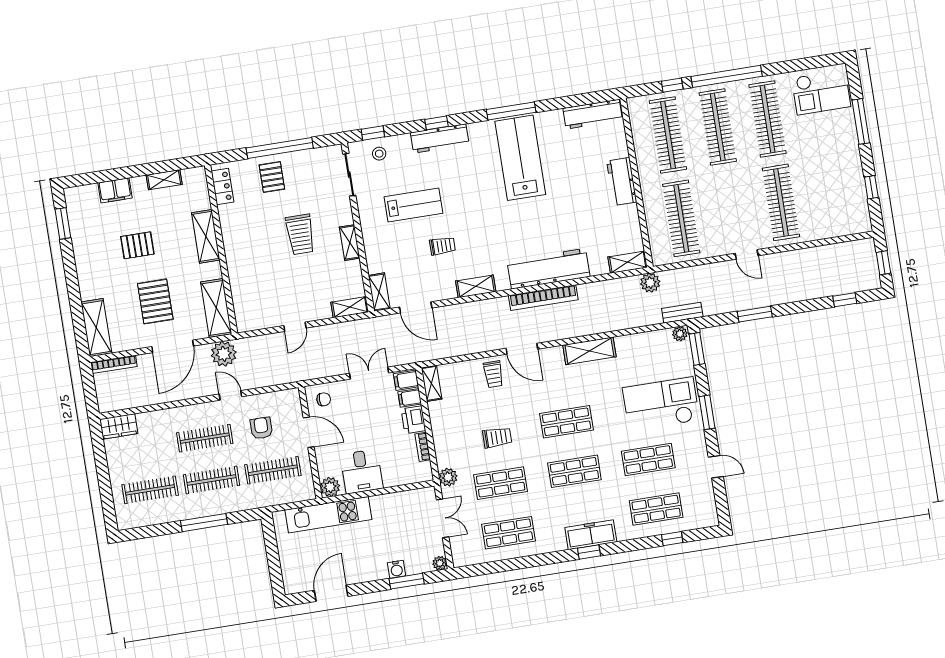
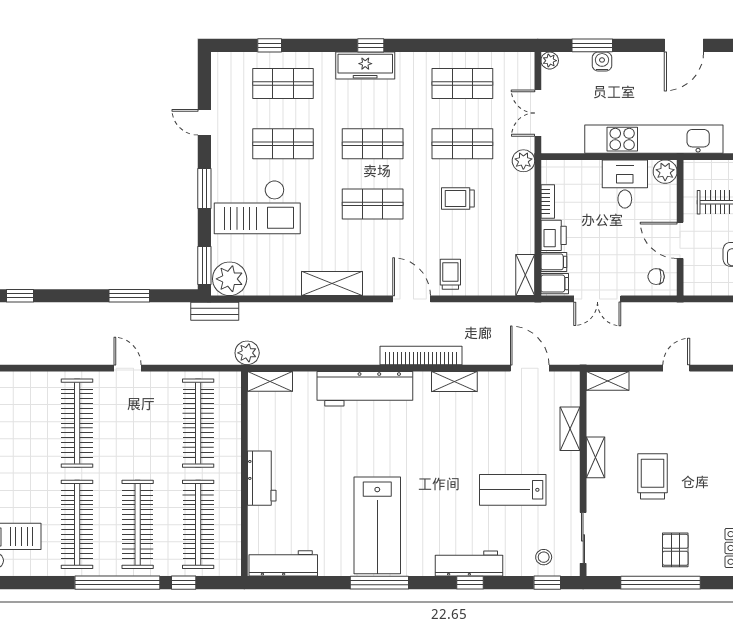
trolley: (442, 246) -> (486, 436), removed
shelving: (379, 292) -> (570, 429), moved
bookcase: (543, 298) -> (421, 356), moved
plant: (680, 334) -> (230, 279), width x1.87, depth x1.87
kitchen unit: (328, 515) -> (654, 139), width x1.36

